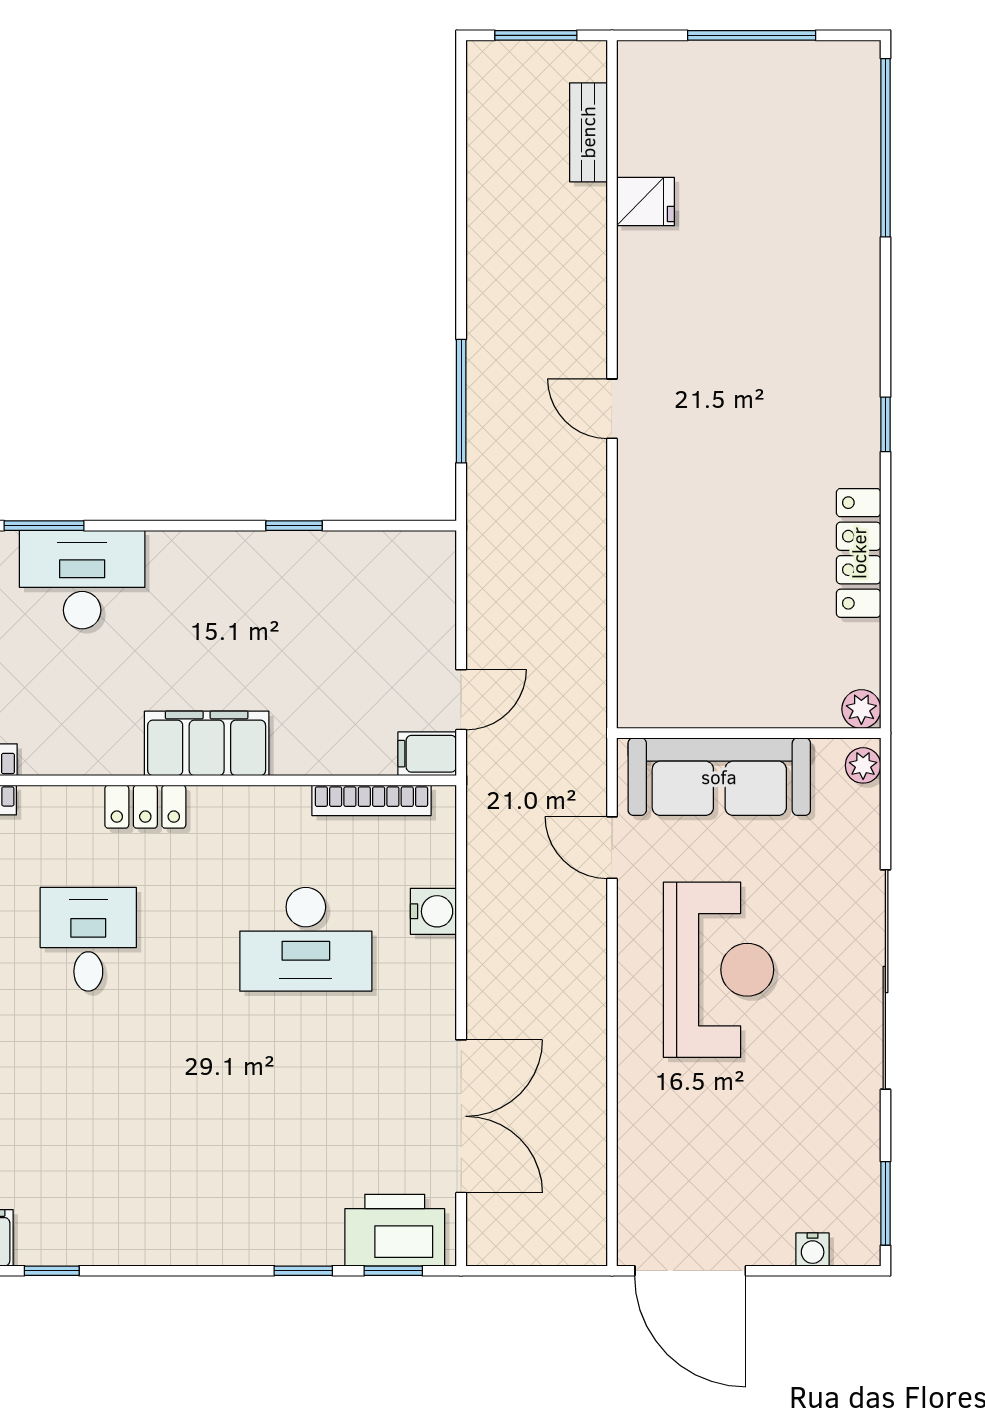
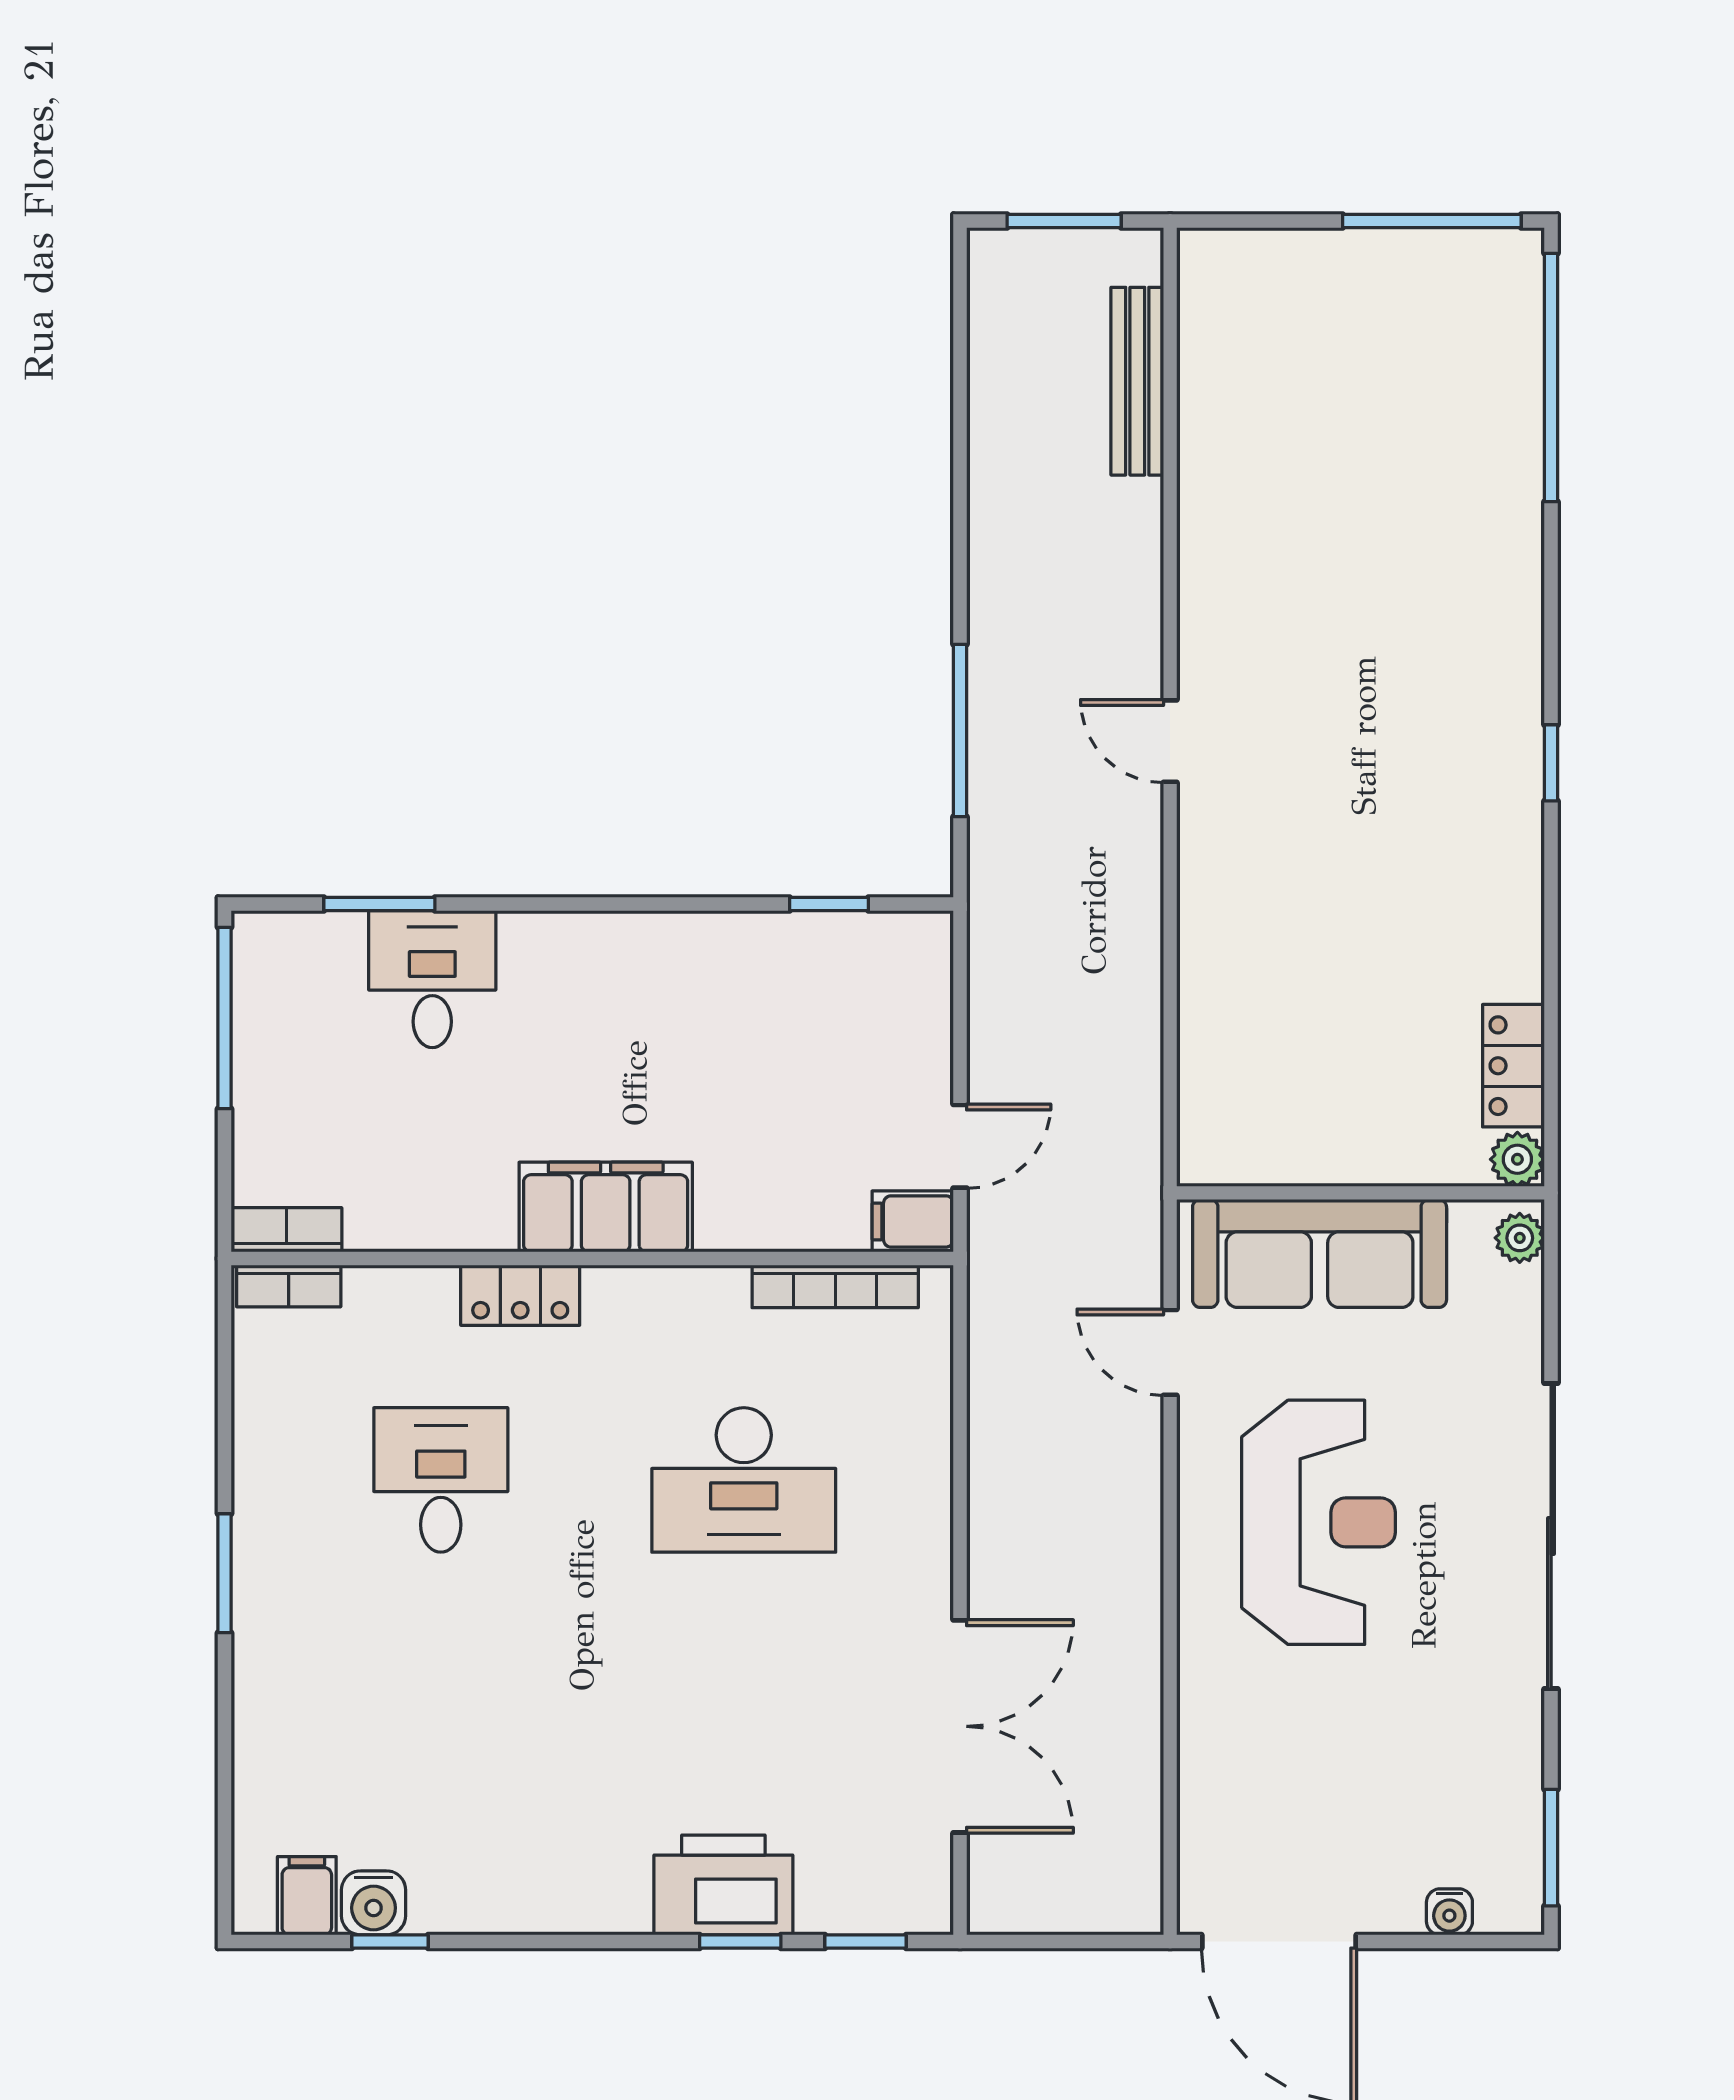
window: (752, 35) -> (1432, 221), moved
bench: (588, 132) -> (1137, 381), width x1.36
fridge: (646, 201) -> (1217, 452), removed
window: (294, 526) -> (829, 904), moved
locker: (859, 553) -> (1514, 1066), moved, width x0.66
desk: (82, 580) -> (432, 979), width x0.73
water cooler: (433, 911) -> (374, 1903), moved, turned 90
printer: (395, 1230) -> (723, 1885), moved

